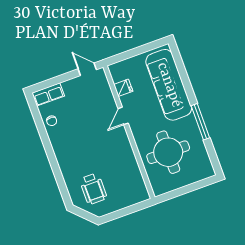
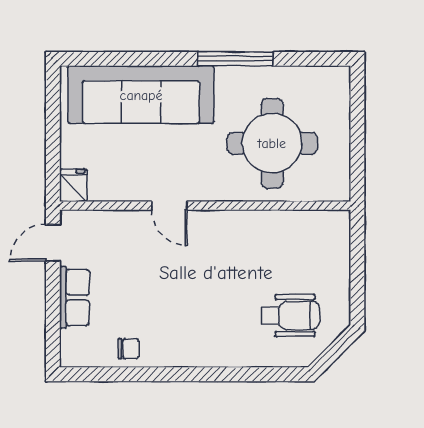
fridge: (123, 88) -> (73, 185), moved
row of seats: (48, 94) -> (74, 297), moved

